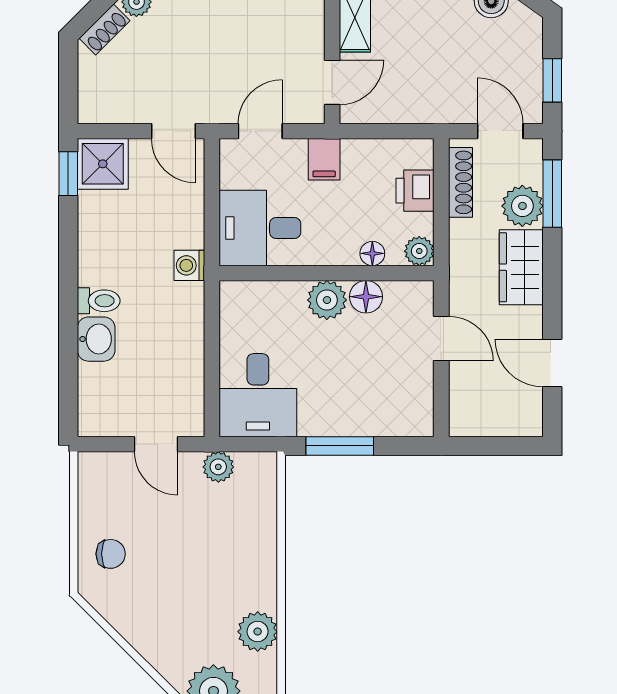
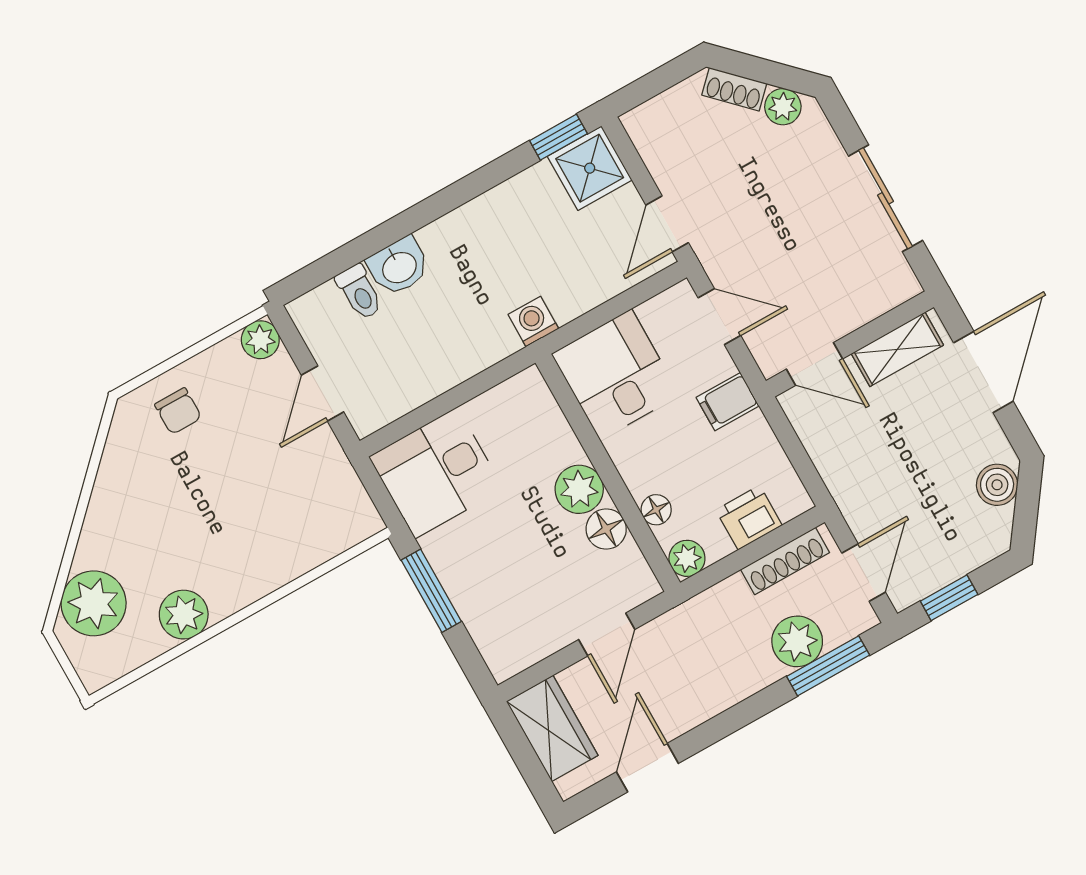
wardrobe: (521, 267) -> (552, 728), moved, turned 90
toilet: (99, 301) -> (359, 292), moved
plant: (218, 467) -> (260, 340), moved

